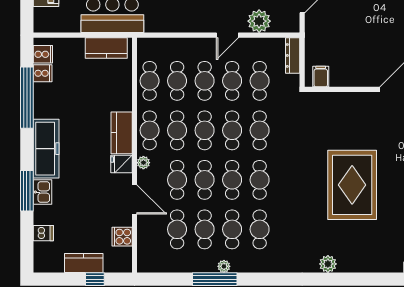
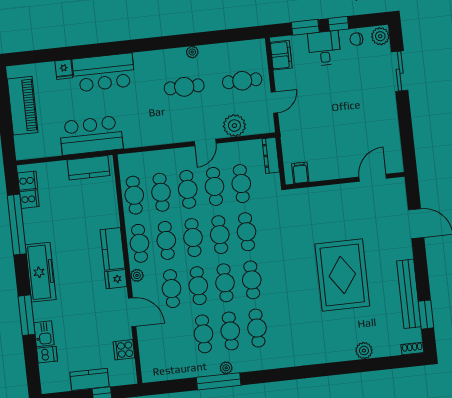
kitchen sink: (43, 192) -> (44, 334), moved
cafe table: (177, 229) -> (177, 337), removed
plant: (328, 264) -> (364, 351), moved

